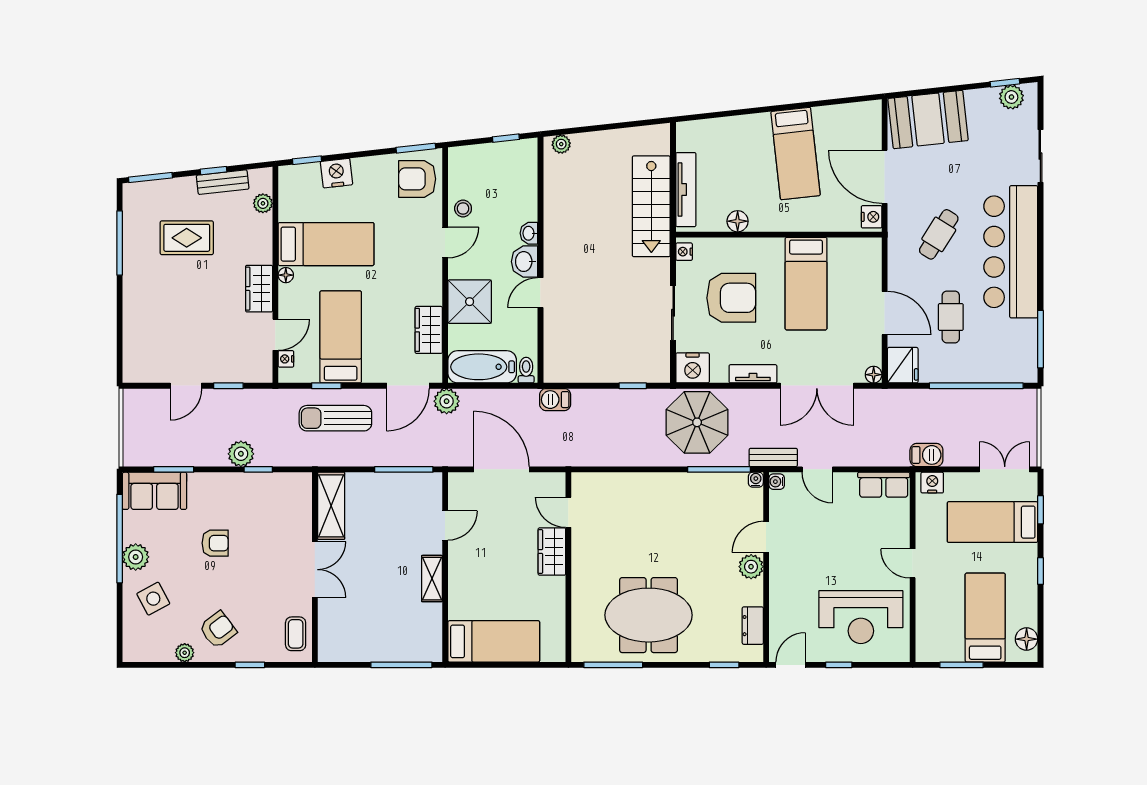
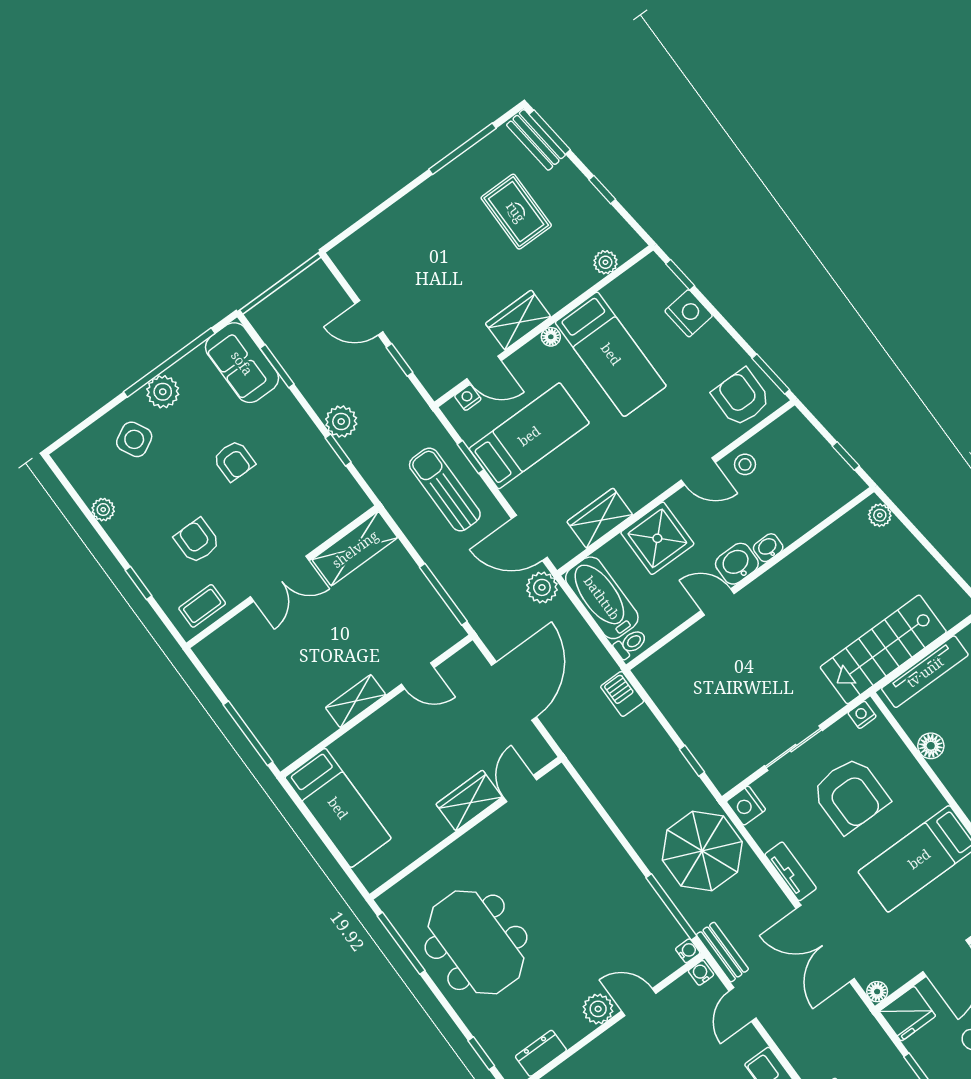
bench: (223, 182) -> (536, 140), moved
nightstand: (693, 368) -> (746, 806), width x0.74, depth x0.75
armchair: (218, 630) -> (197, 541), moved, turned -143

